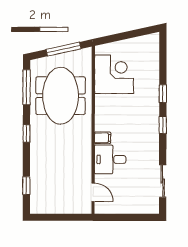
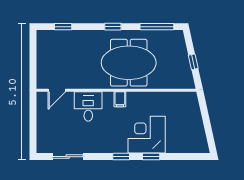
window: (64, 49) -> (193, 62), width x0.46
corner desk: (114, 74) -> (147, 135), moved, turned 180
meeting table: (61, 96) -> (129, 63), moved
filing cabinet: (103, 138) -> (120, 99), moved

